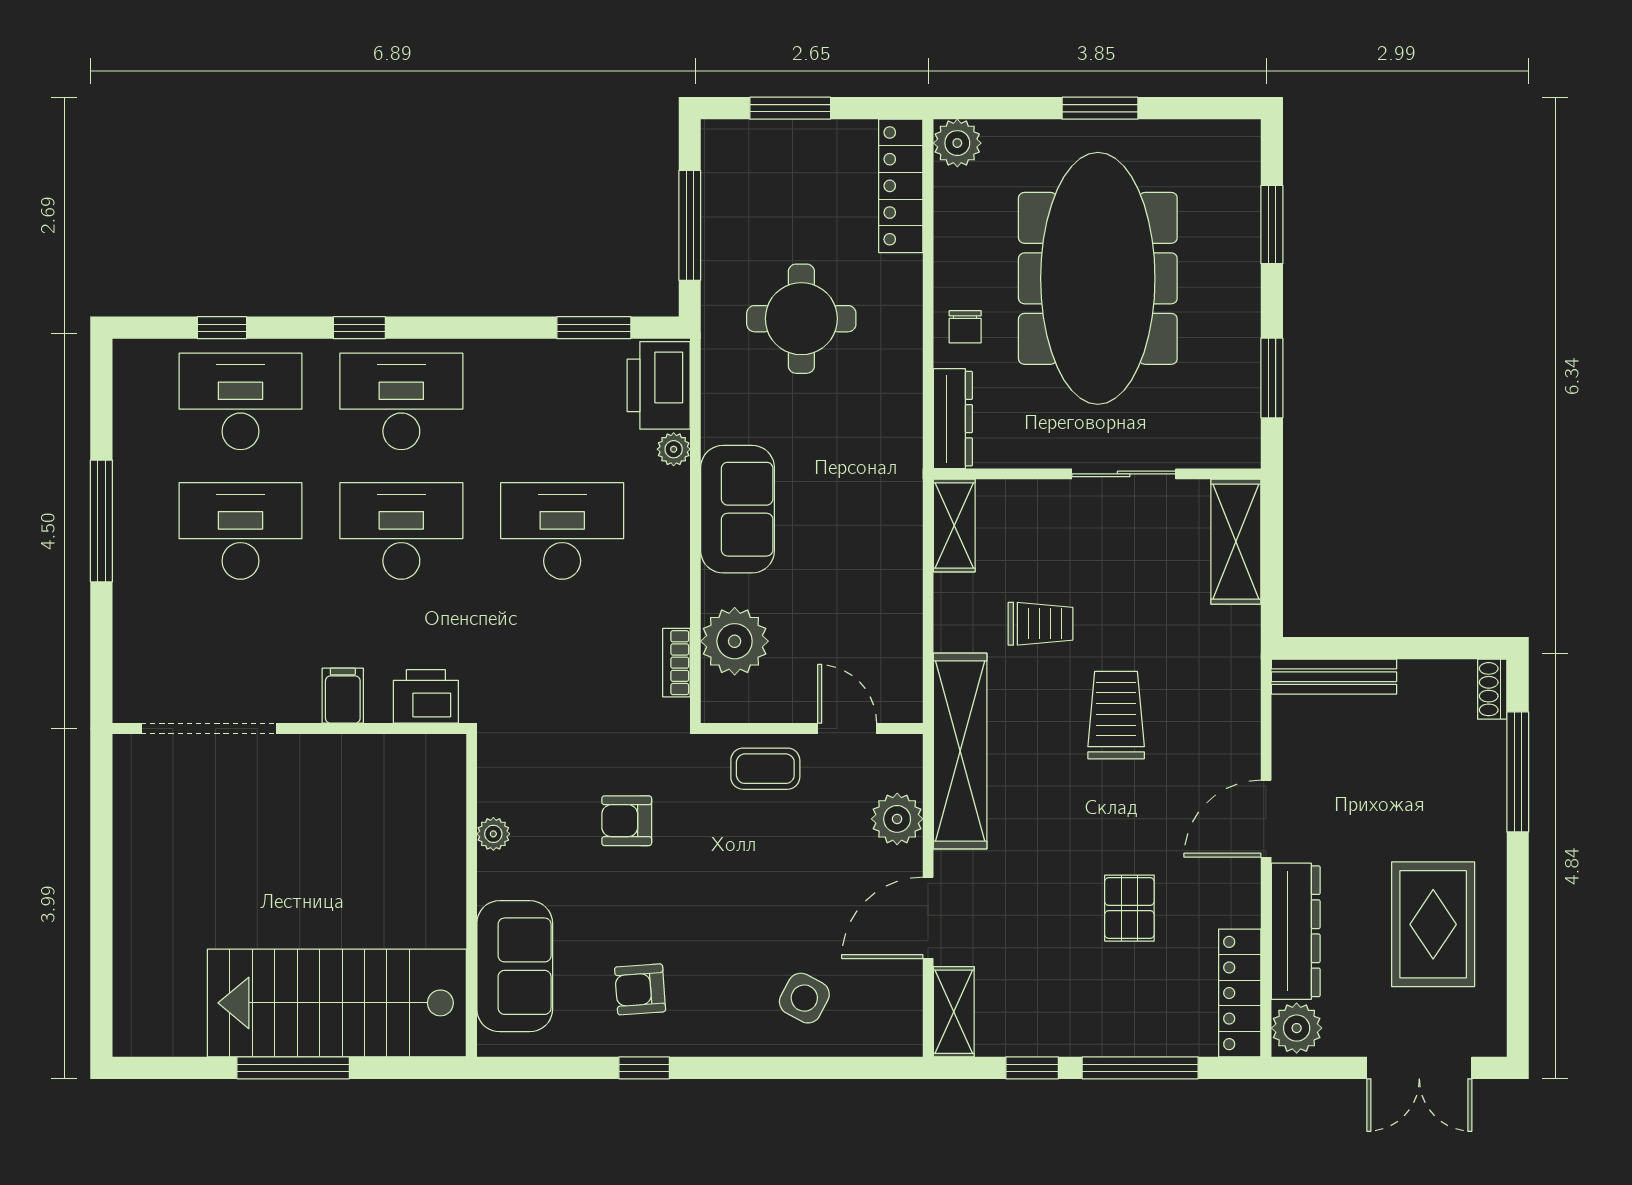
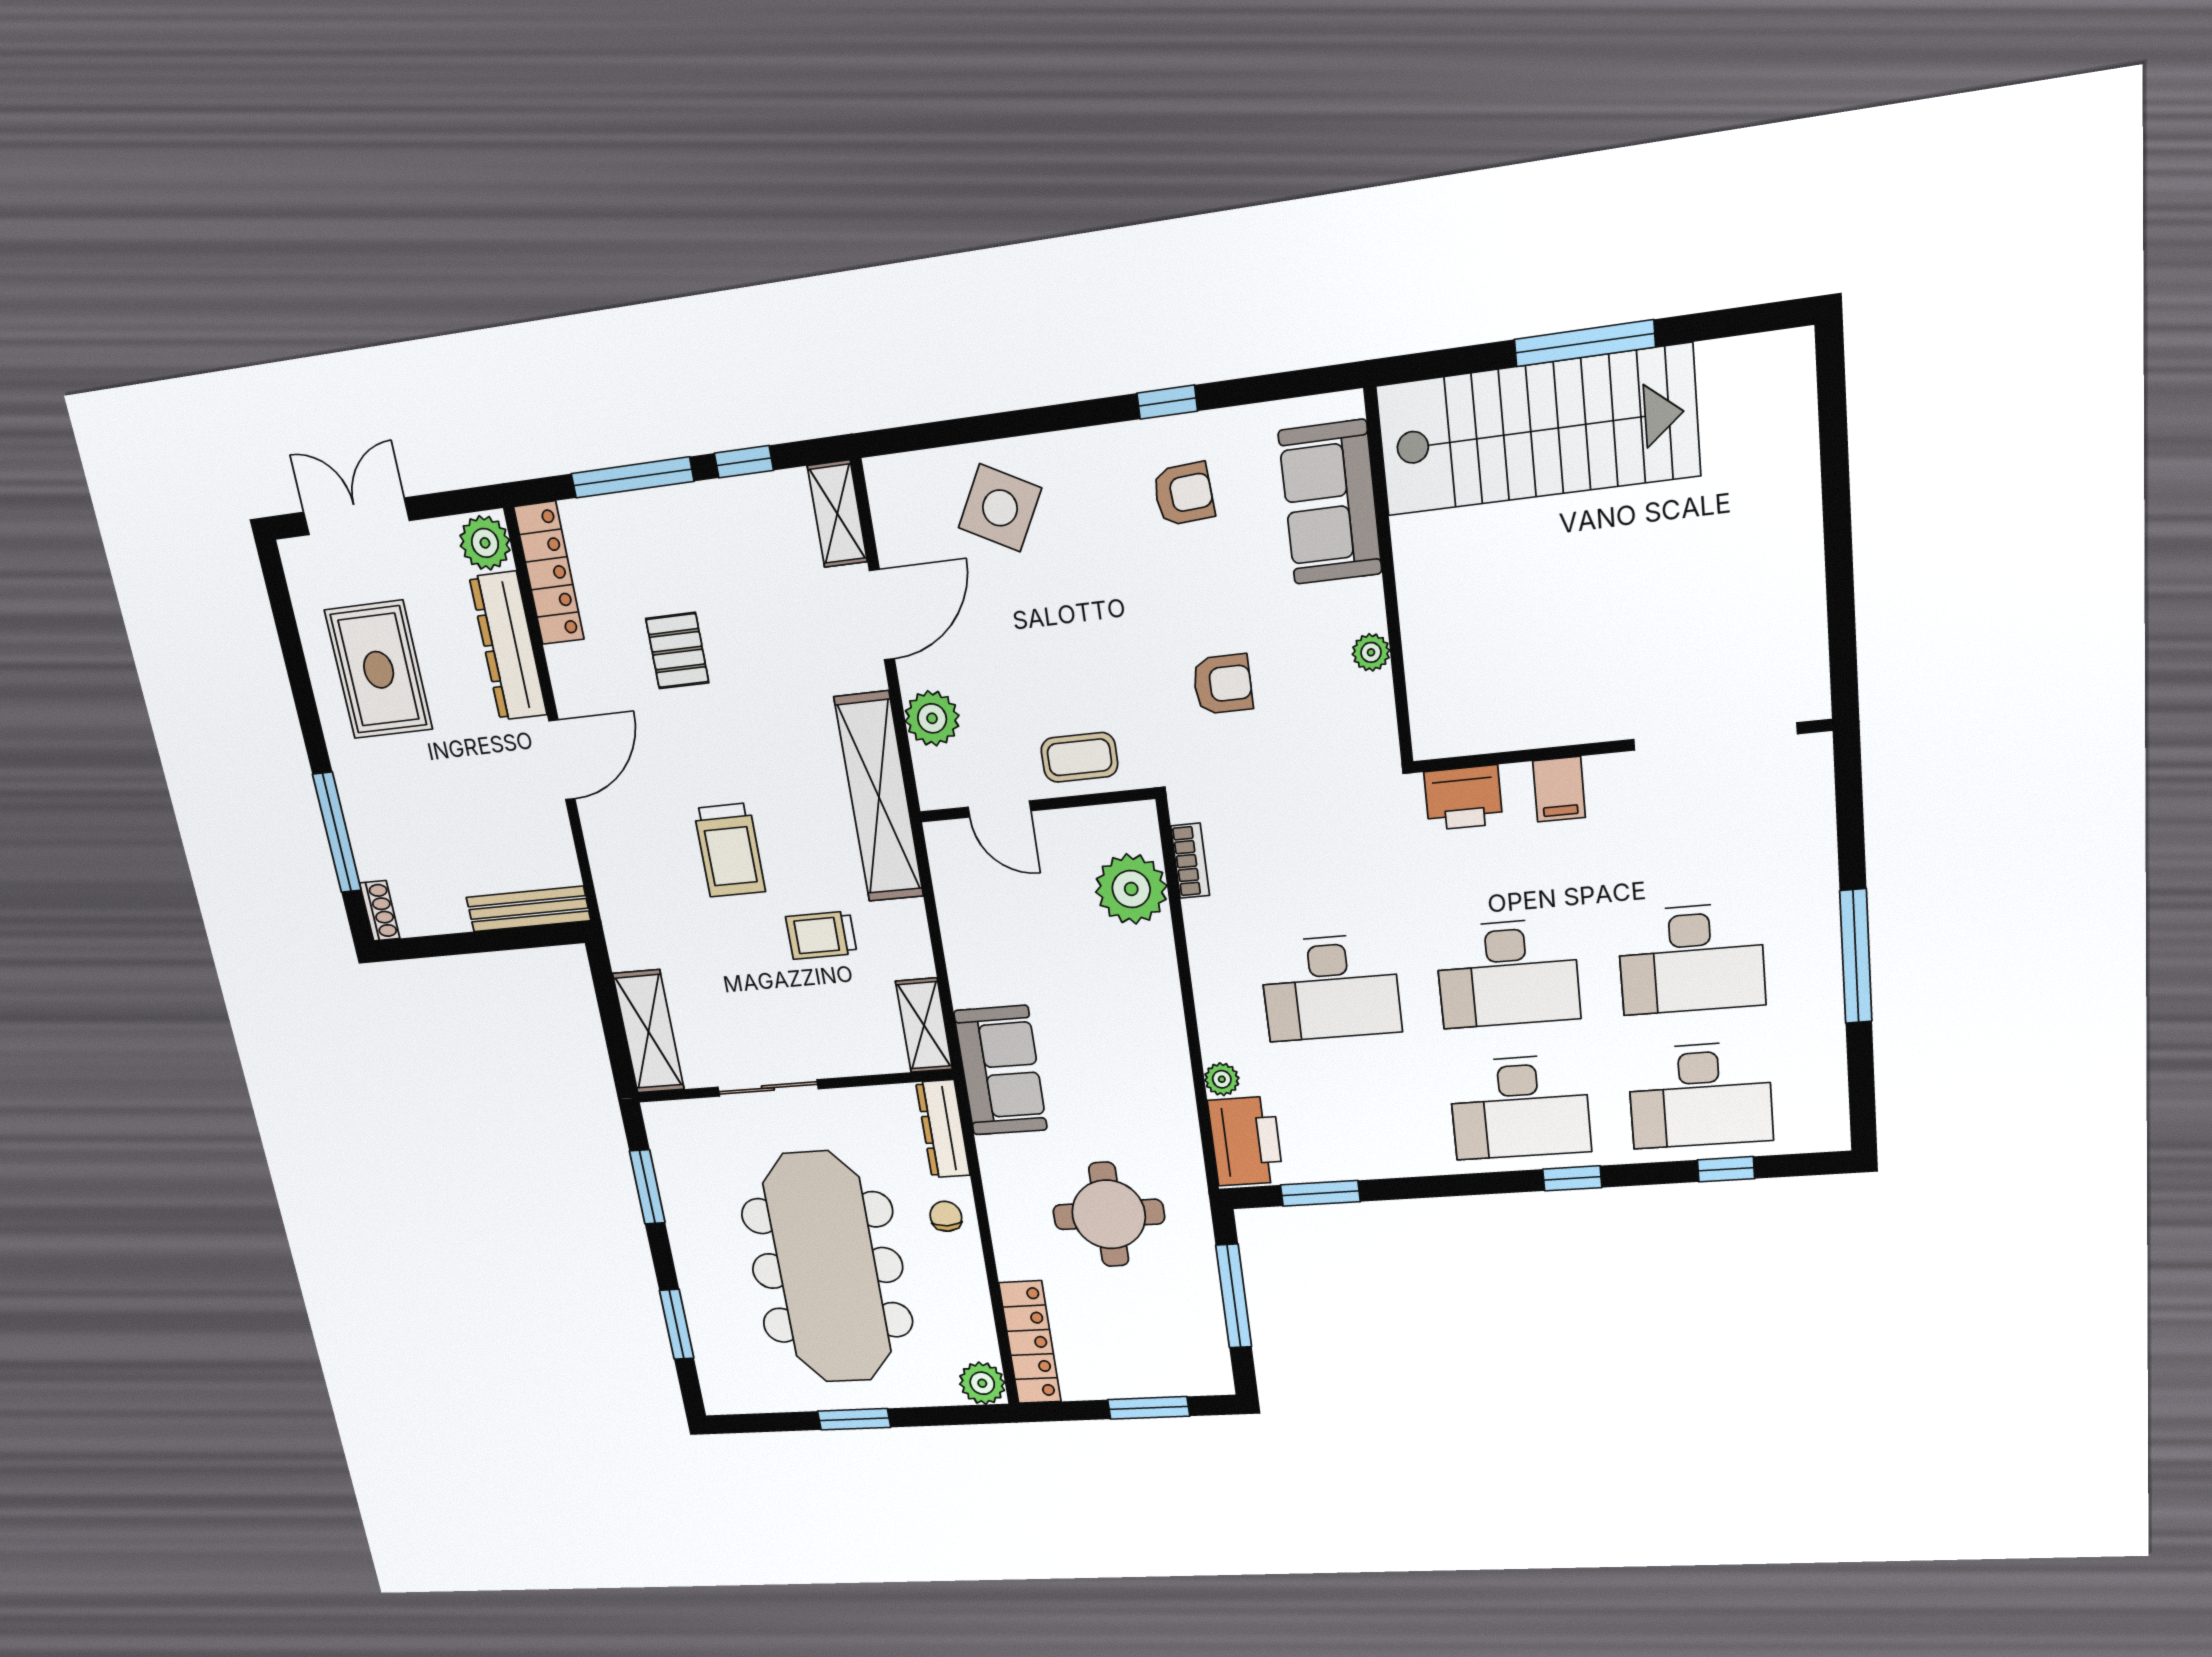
sofa: (738, 509) -> (1001, 1071), moved, turned 180
side table: (804, 998) -> (1000, 508), width x1.37, depth x1.37

